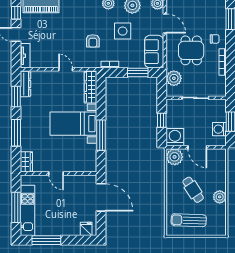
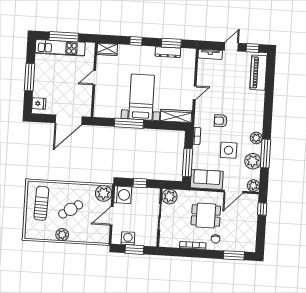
window: (138, 72) -> (188, 162), width x1.44
plant: (174, 78) -> (170, 197), moved
dresser: (25, 84) -> (168, 52), moved
window: (16, 133) -> (136, 41), width x0.46
window: (46, 240) -> (29, 77), moved

